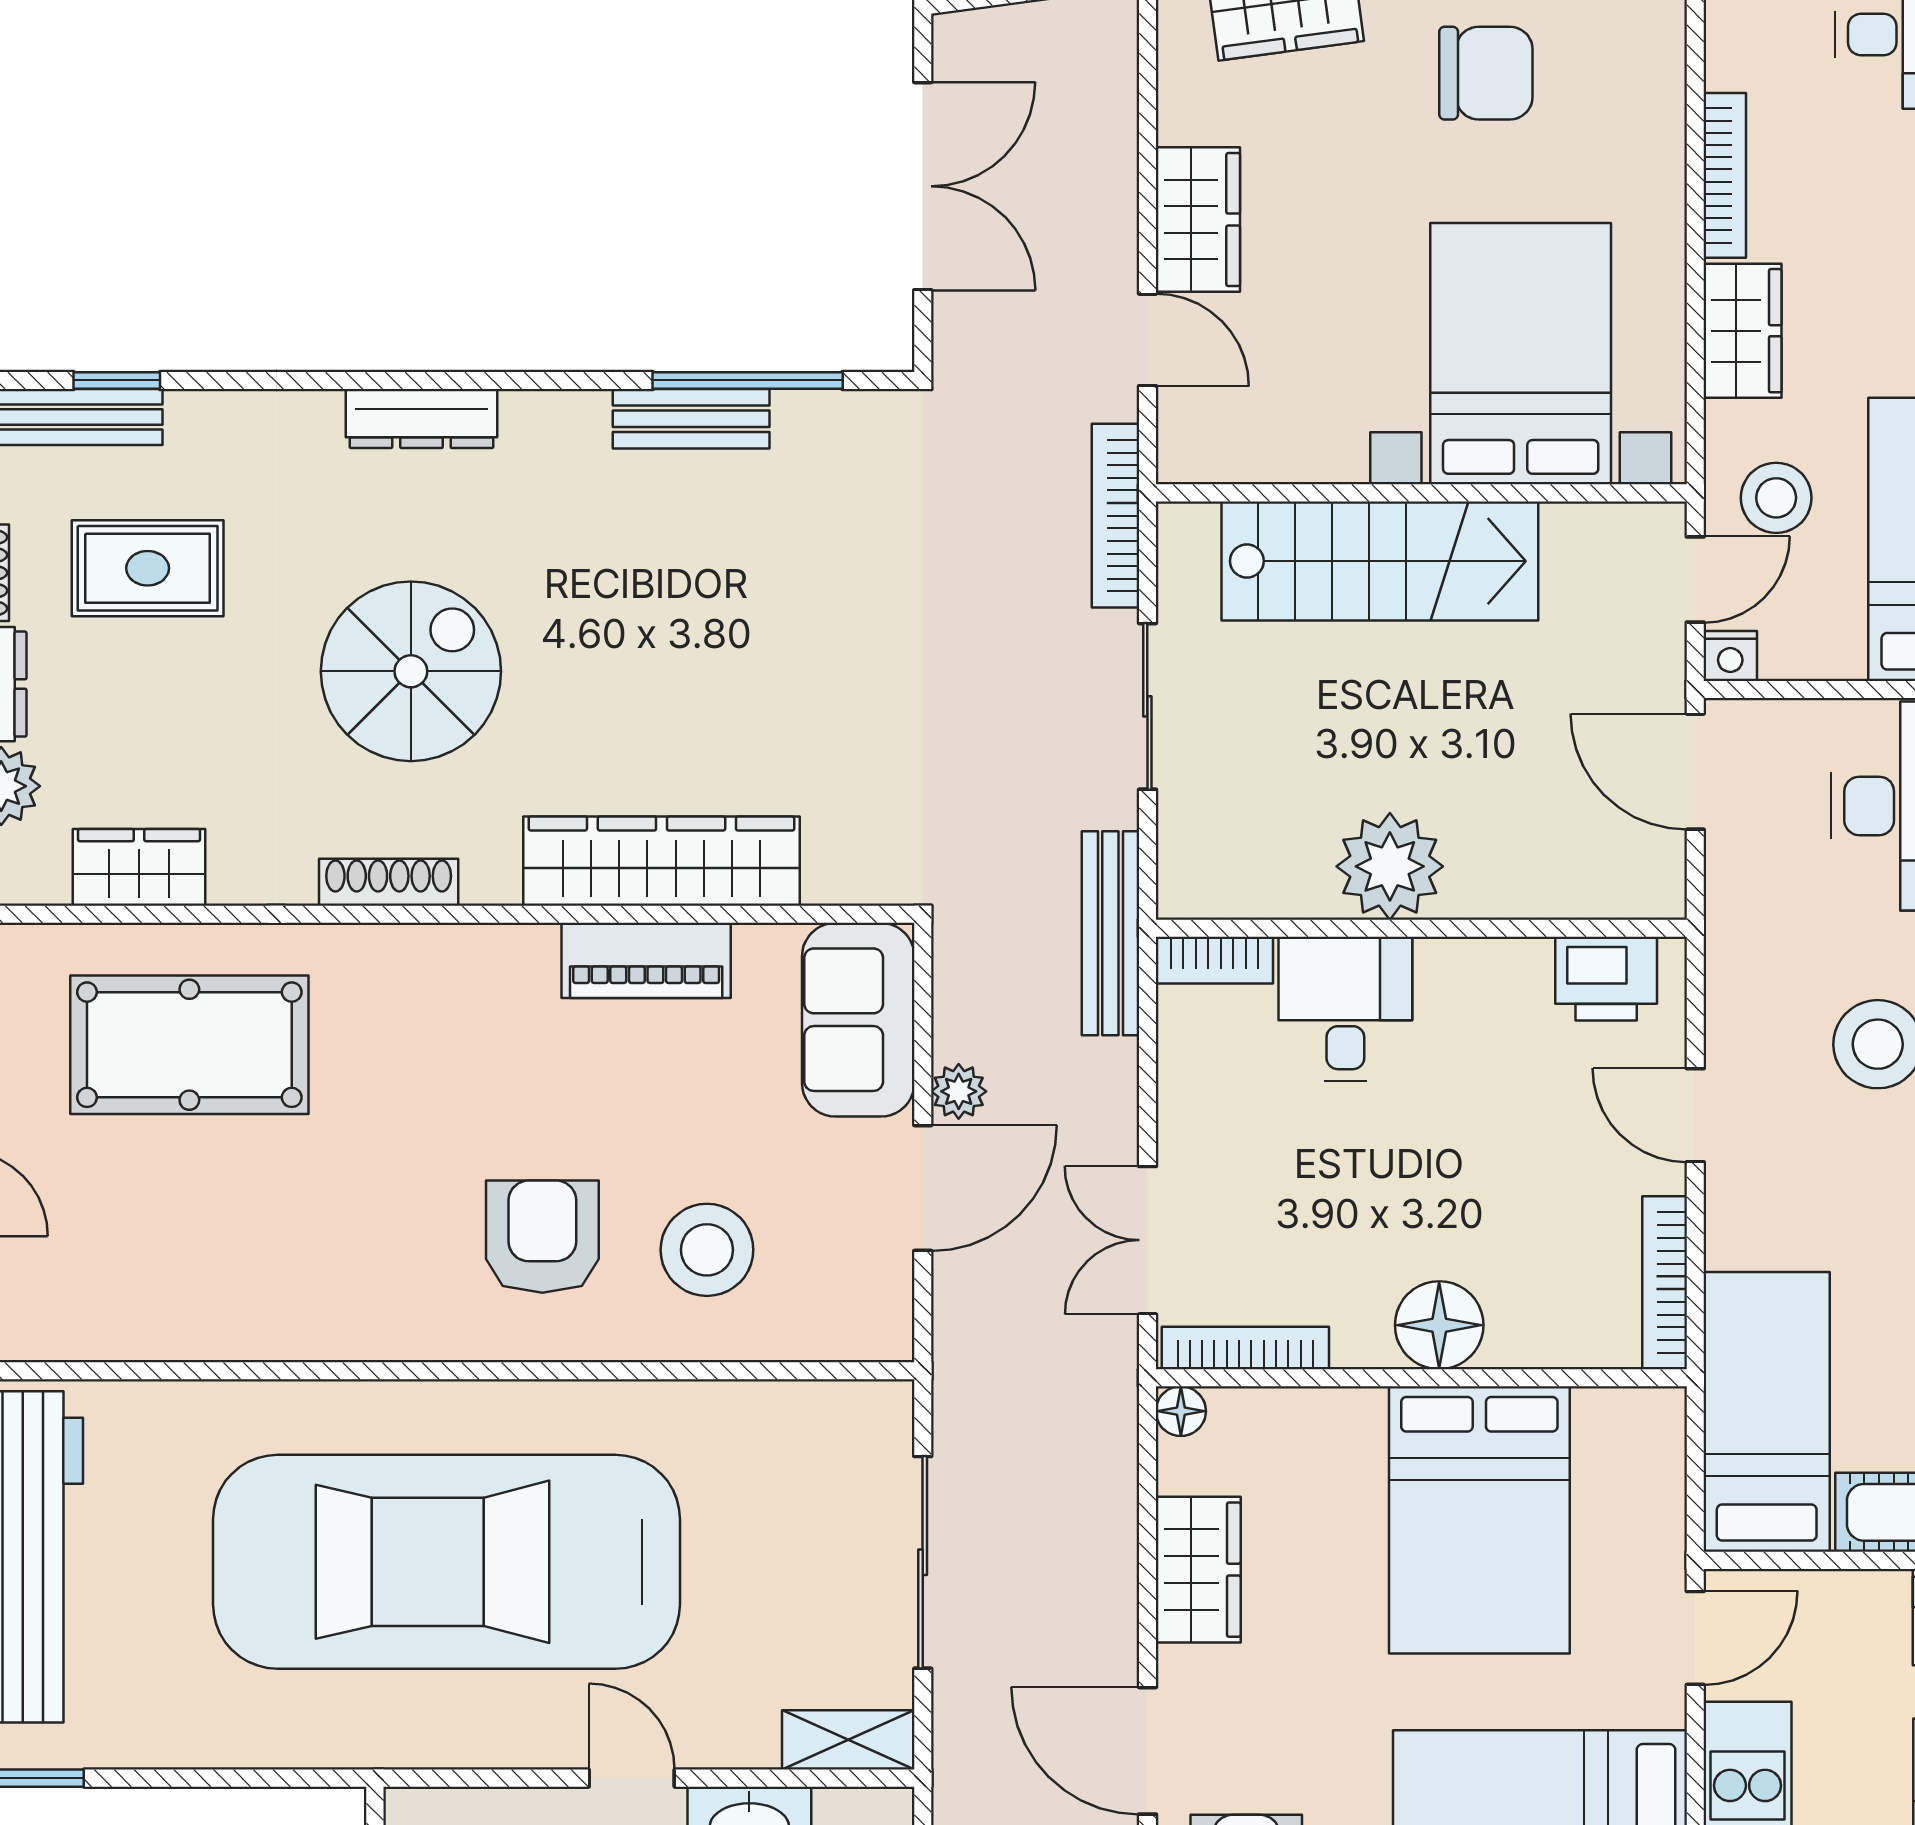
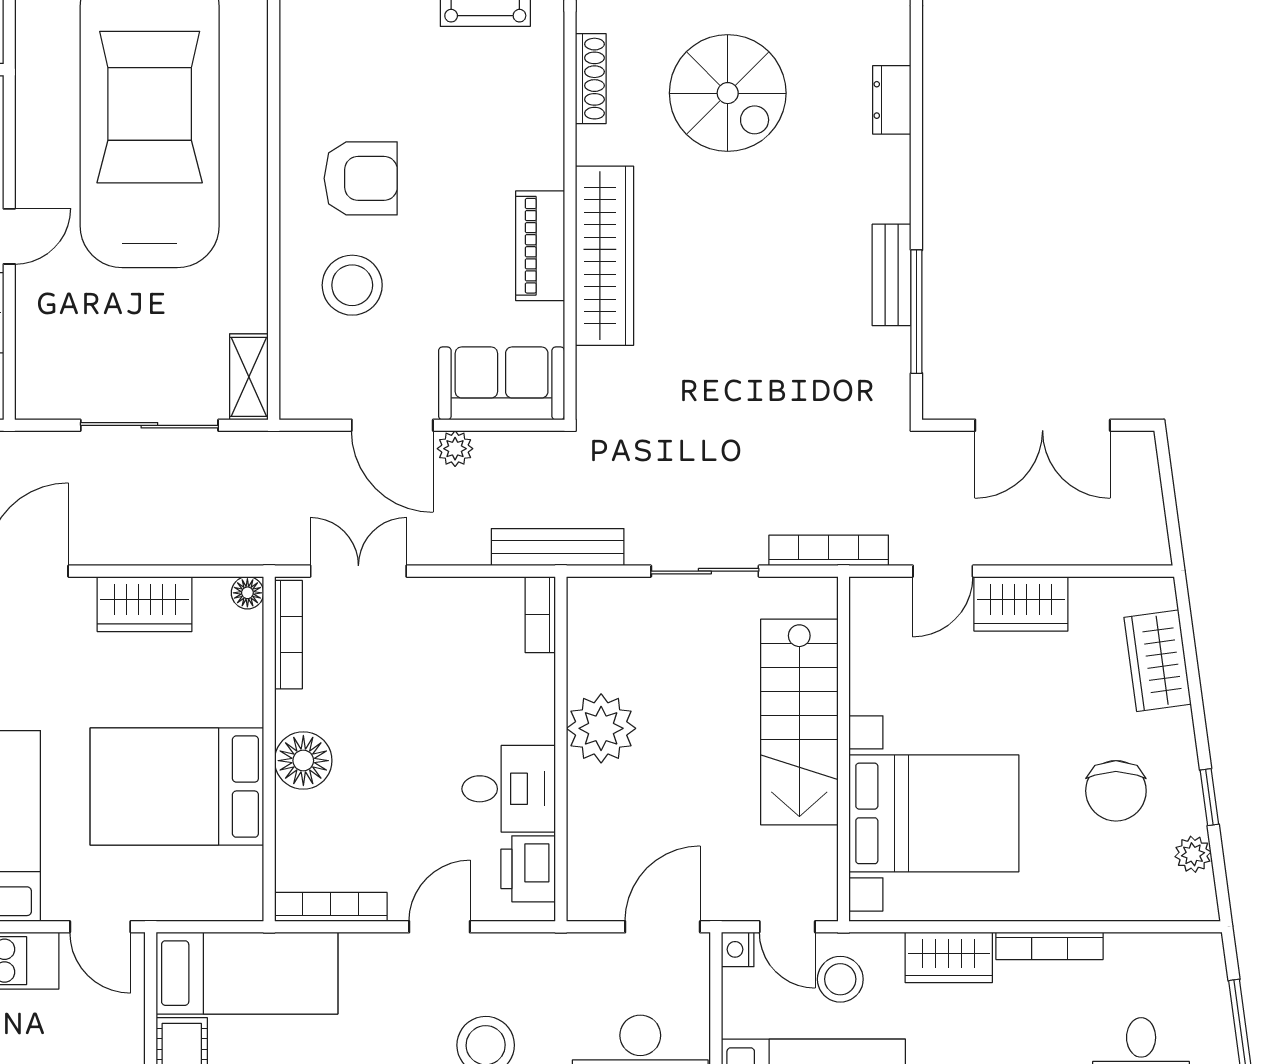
dresser: (421, 419) -> (892, 100), width x0.70
desk: (1345, 1009) -> (509, 789), moved
shelving: (848, 1740) -> (249, 377), moved

